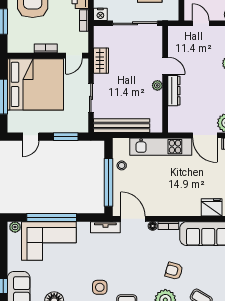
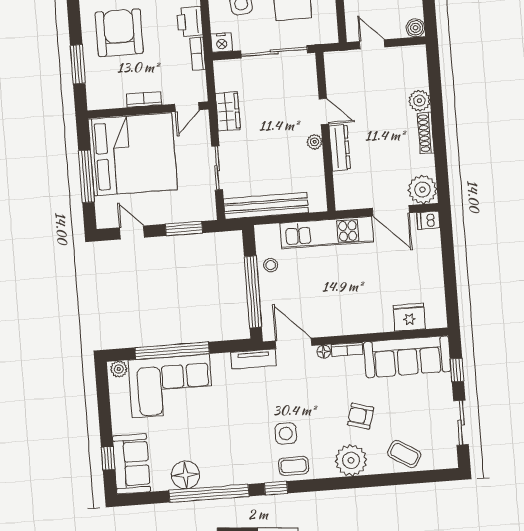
door: (31, 137) -> (132, 232), swing flipped
side table: (100, 287) -> (286, 433), moved

